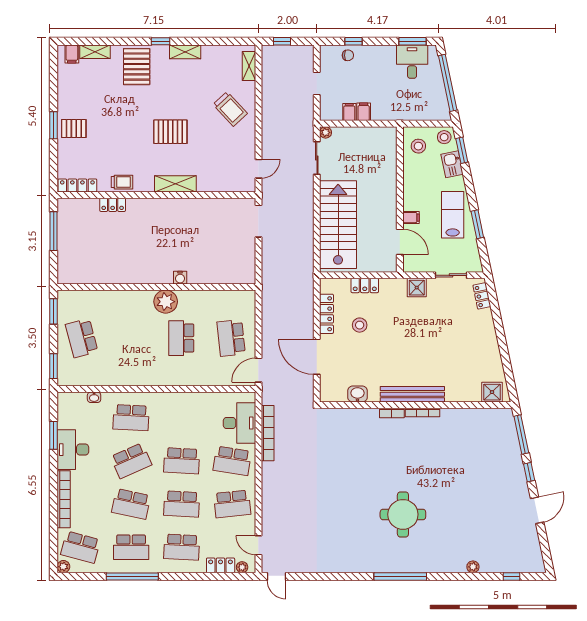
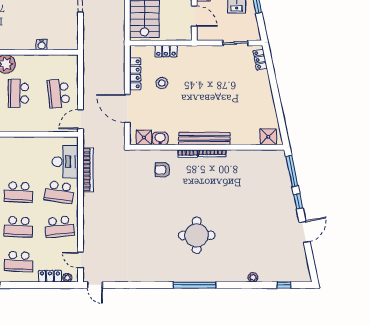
water cooler: (180, 278) -> (42, 45), moved
shower: (417, 288) -> (144, 137), moved
armchair: (360, 433) -> (162, 170), added

